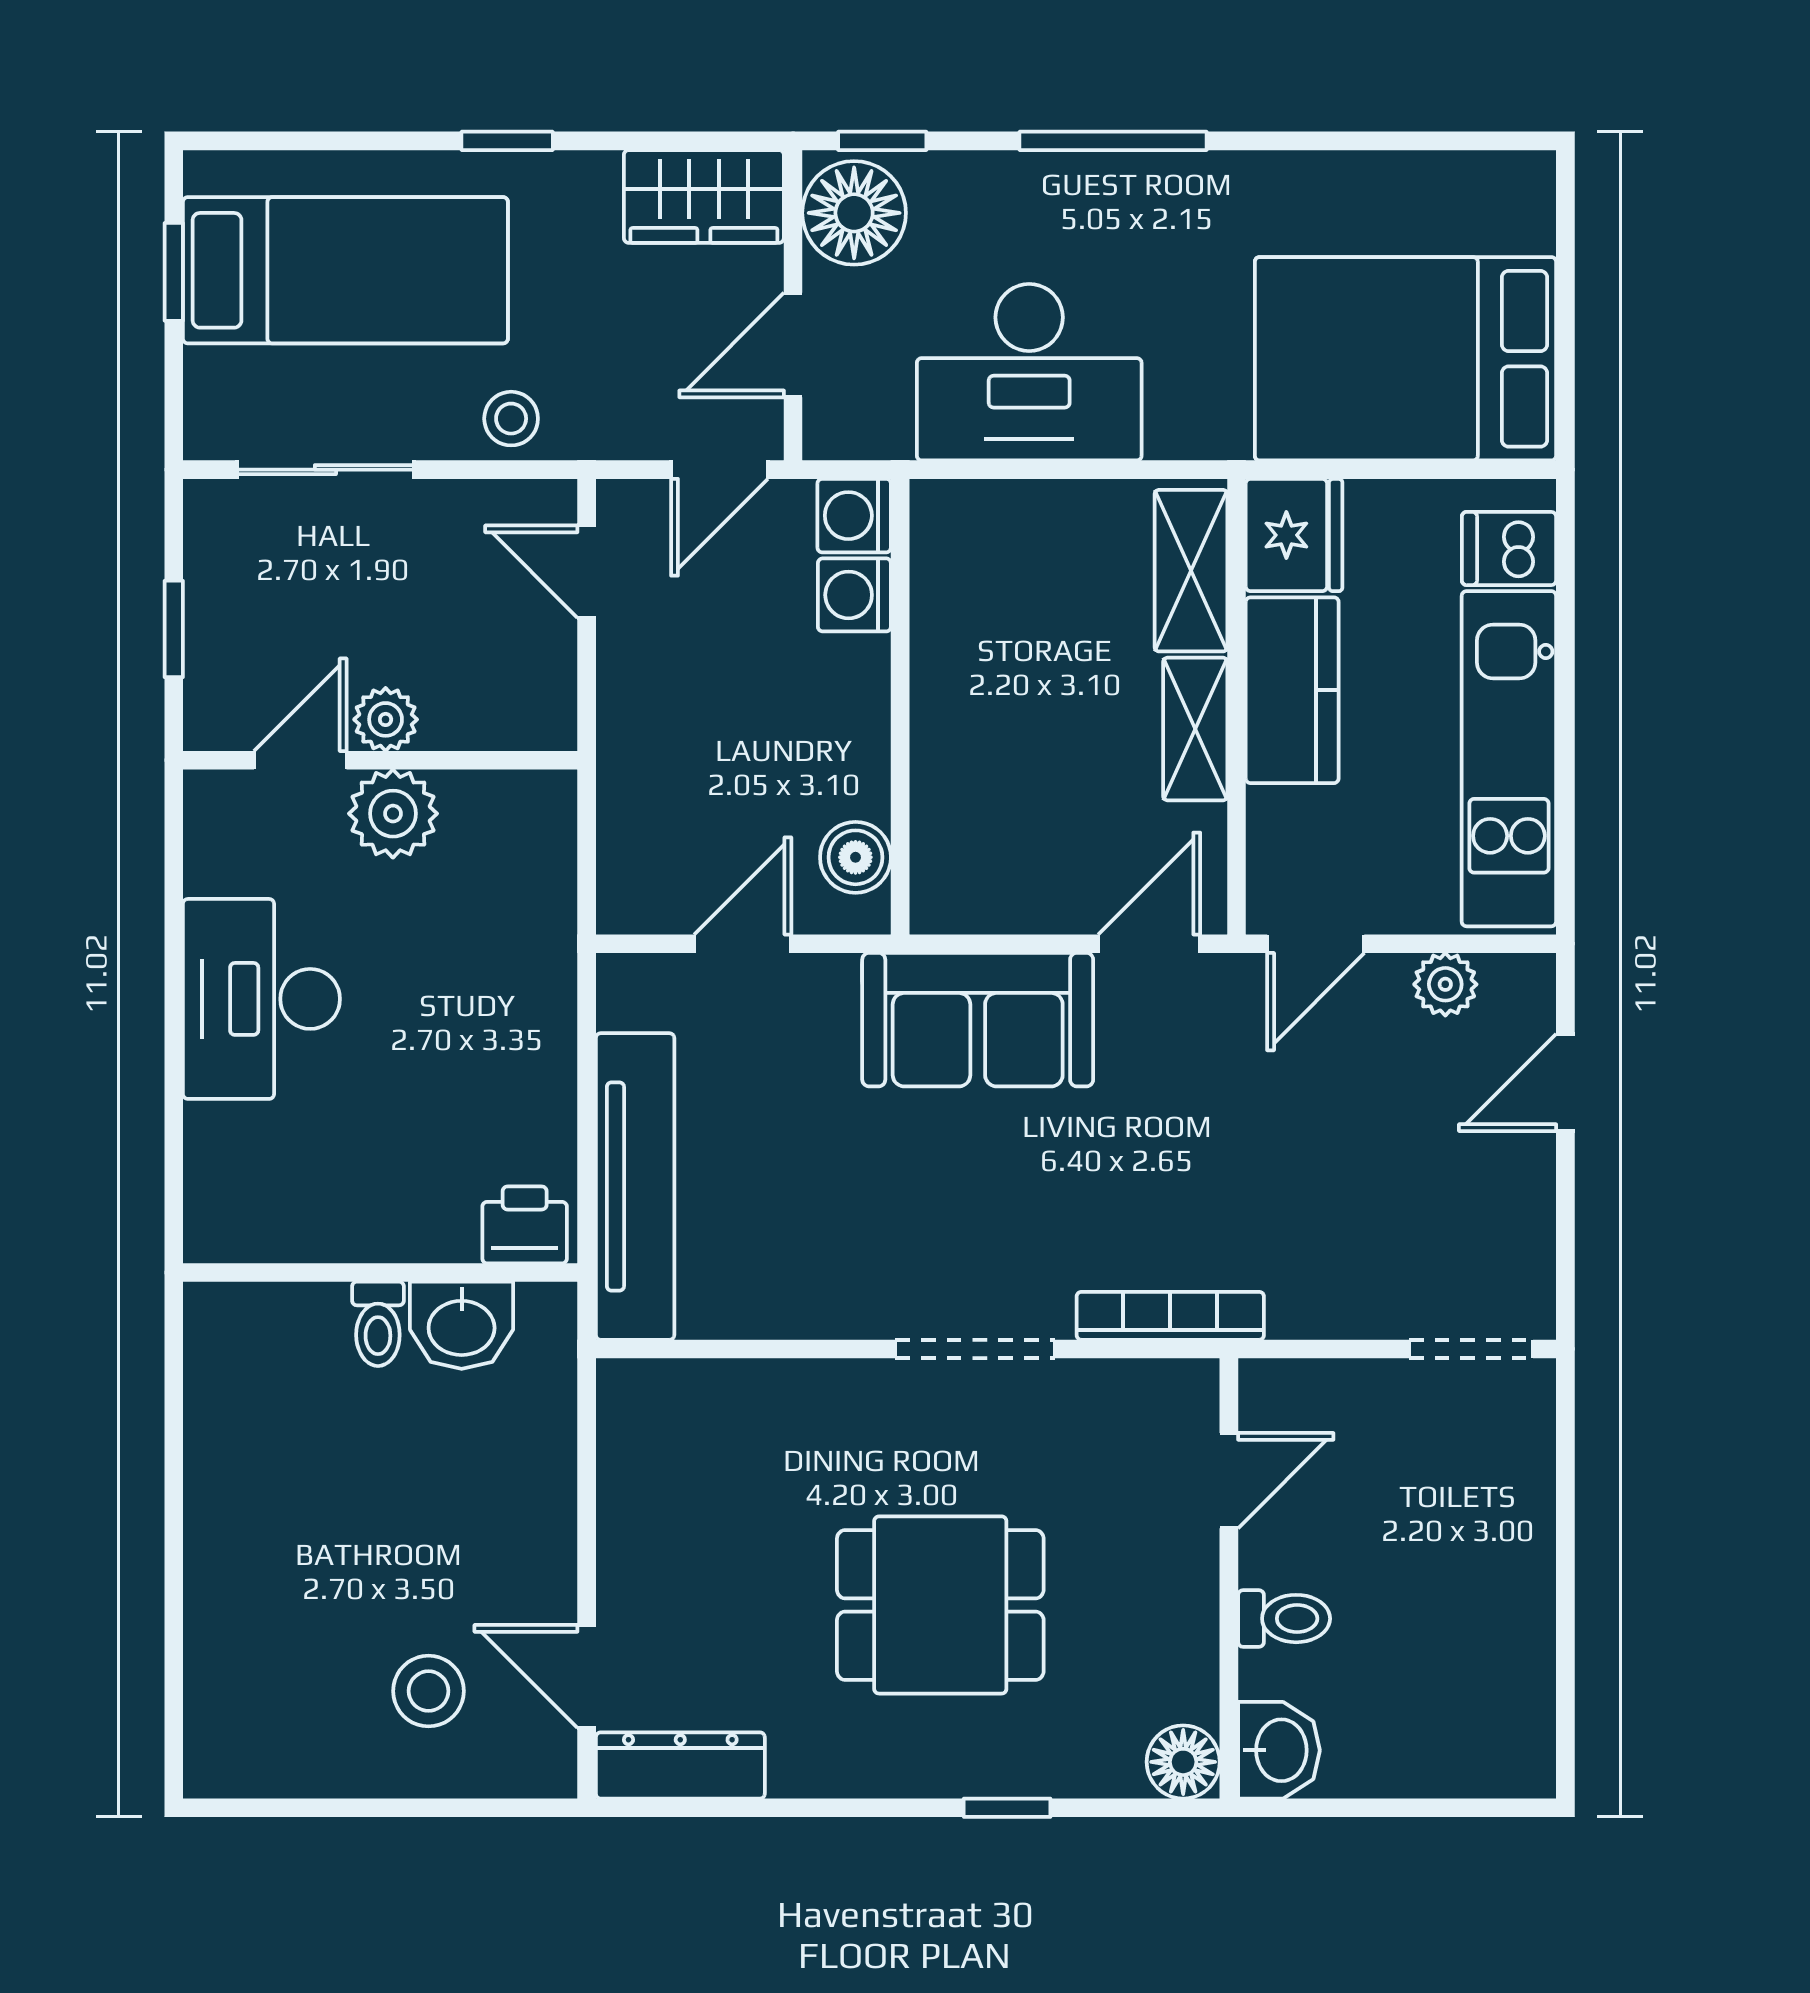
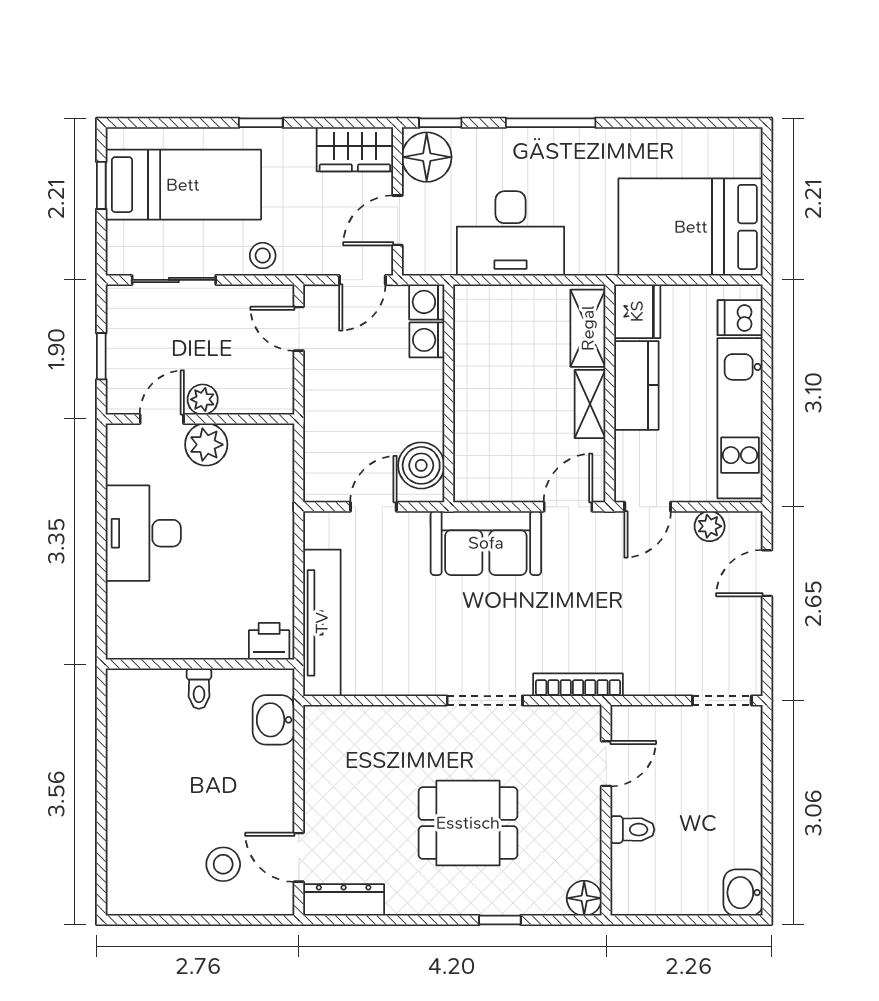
boiler: (855, 857) -> (421, 465), width x1.36, depth x1.36
washbasin: (462, 1325) -> (274, 720), moved, turned 90
washbasin: (1279, 1750) -> (743, 893), moved, turned 180

